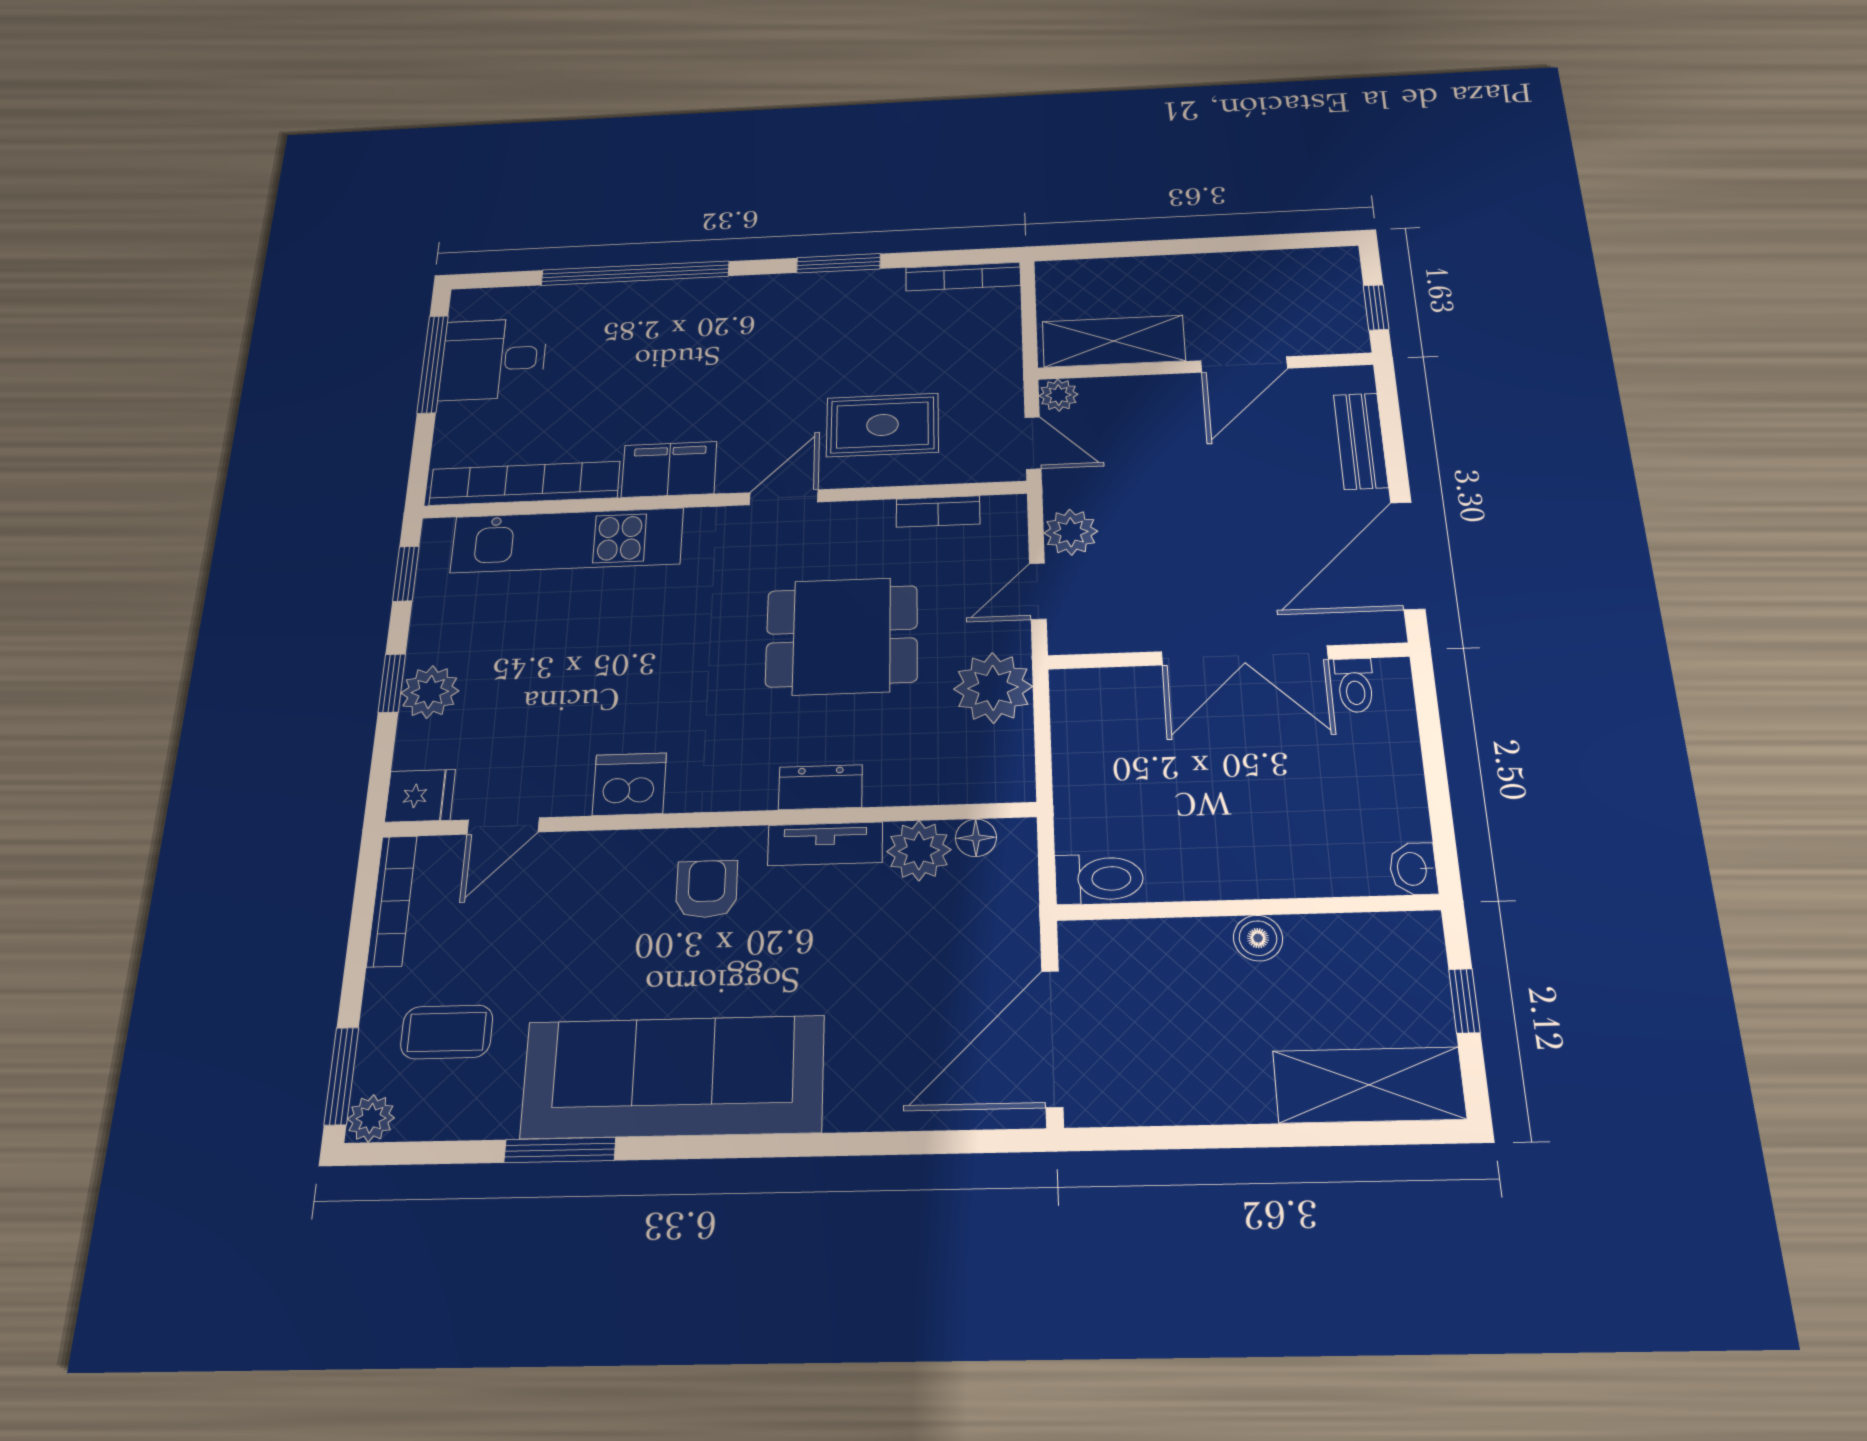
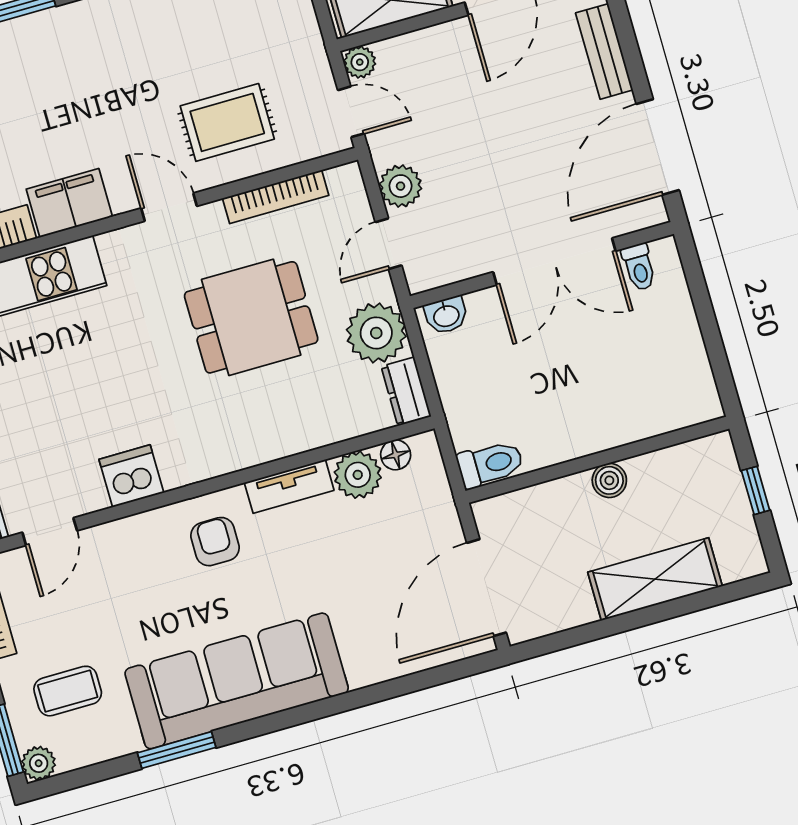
door: (784, 497) -> (169, 207), hinge flipped
bookcase: (938, 512) -> (276, 197), width x1.56
dresser: (820, 787) -> (406, 391), moved, turned -90
washbasin: (1413, 869) -> (446, 315), moved, turned -90
shelving: (1369, 1085) -> (655, 579), moved

